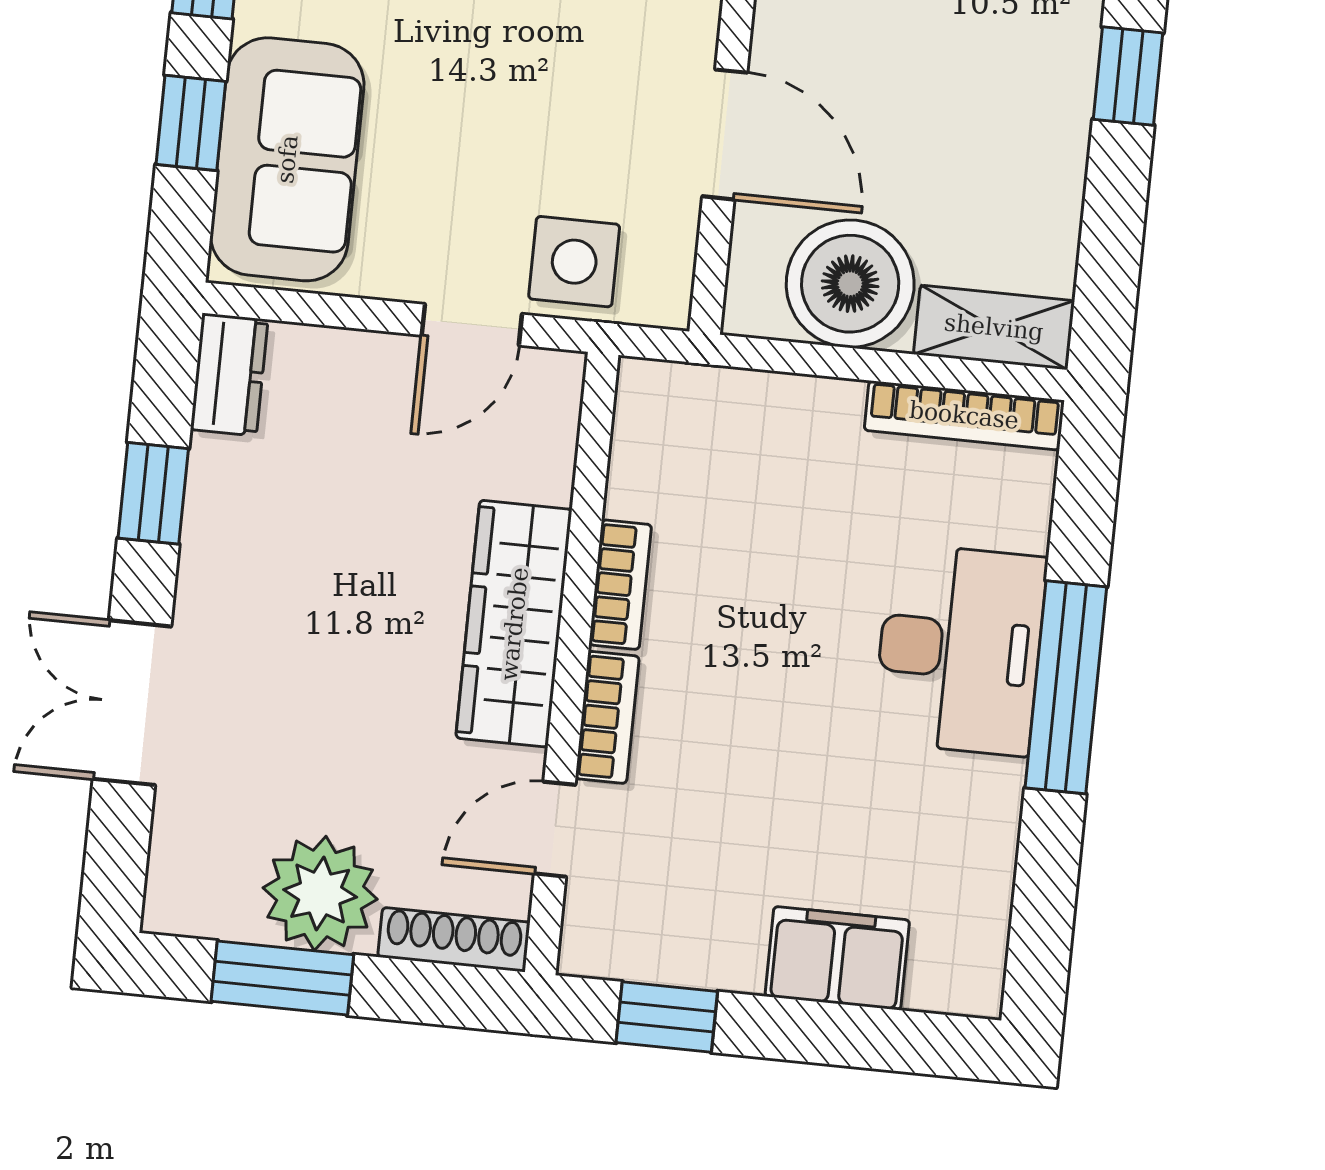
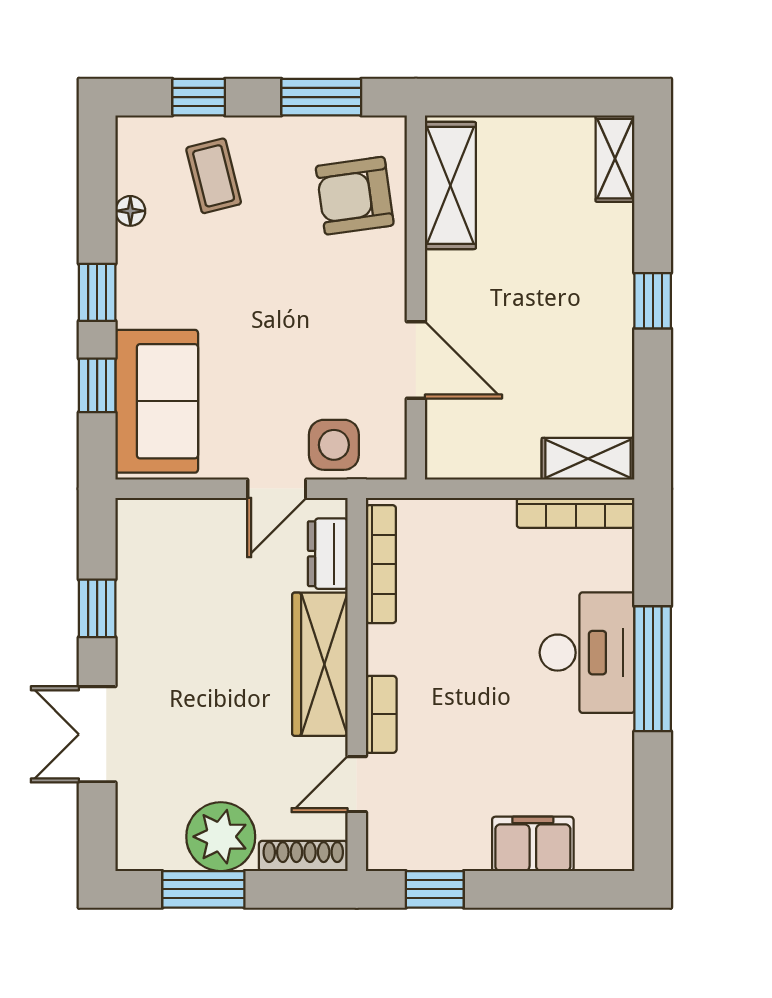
boiler: (850, 284) -> (500, 441), removed
dresser: (229, 375) -> (328, 554), moved, turned 180
bookcase: (620, 585) -> (381, 564), moved, width x1.56

